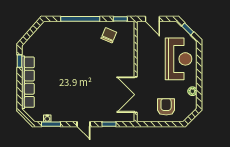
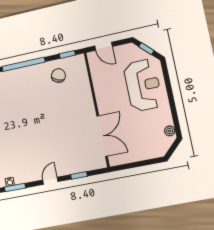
plant: (192, 91) -> (170, 131), moved
double door: (136, 95) -> (102, 136), swing flipped
armchair: (166, 107) -> (140, 143), removed
door: (83, 124) -> (50, 181), swing flipped

